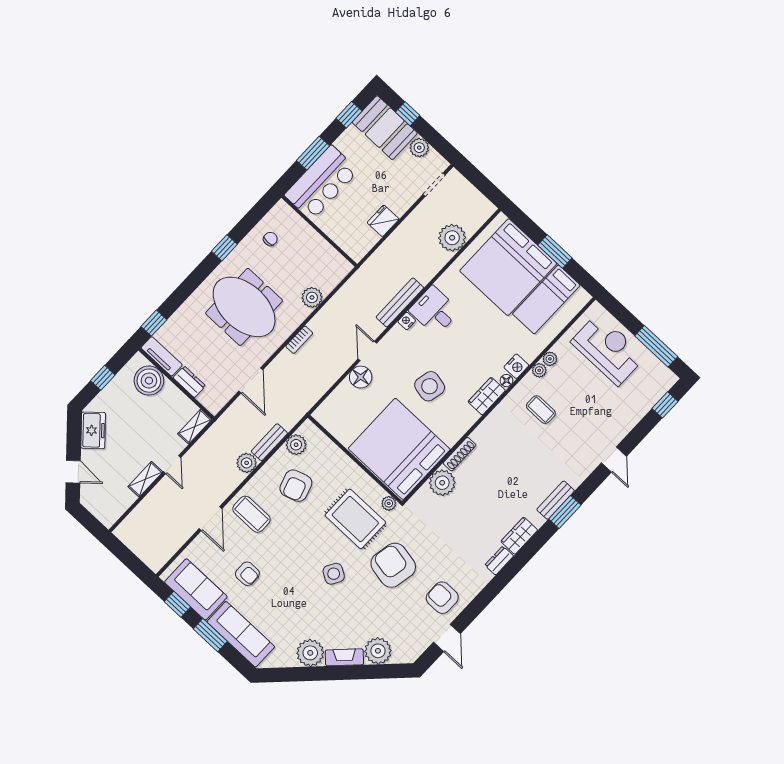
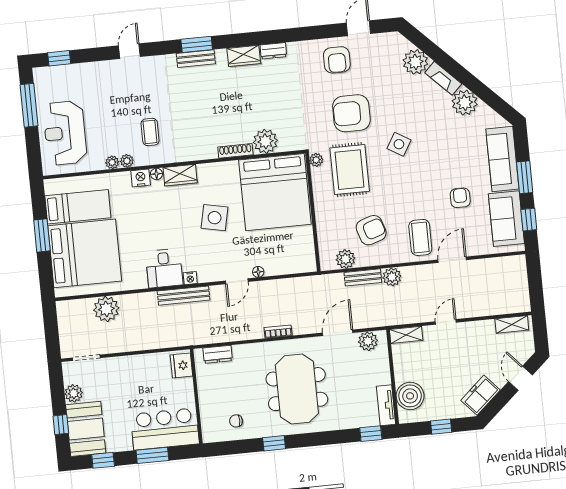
fridge: (383, 221) -> (181, 365), moved, turned 90
plant: (312, 297) -> (368, 341), moved
floor lamp: (361, 377) -> (258, 272), width x0.53, depth x0.53
dresser: (189, 382) -> (218, 354), moved, turned -90
shelving: (145, 479) -> (512, 324), moved
armchair: (393, 565) -> (351, 113), turned 79

